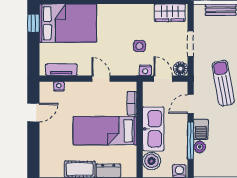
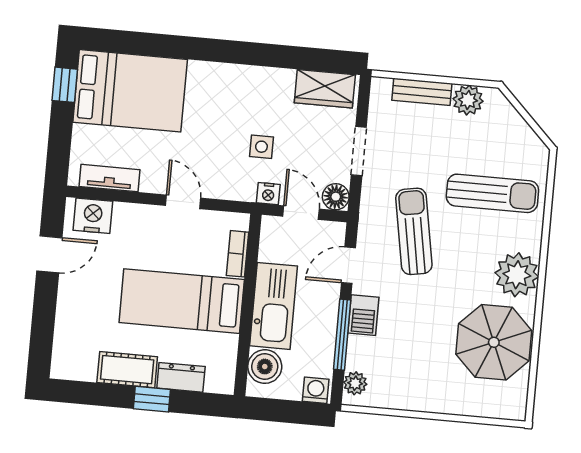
nightstand: (59, 86) -> (93, 216), width x1.89, depth x1.79
plant: (200, 147) -> (355, 383), moved

